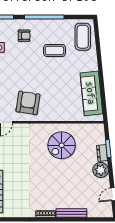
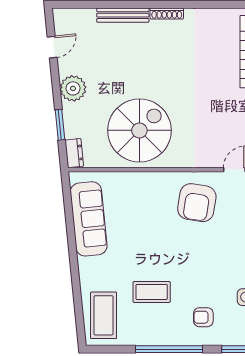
spiral stairs: (62, 145) -> (139, 130), width x1.37, depth x1.37
dresser: (102, 153) -> (74, 153), moved

